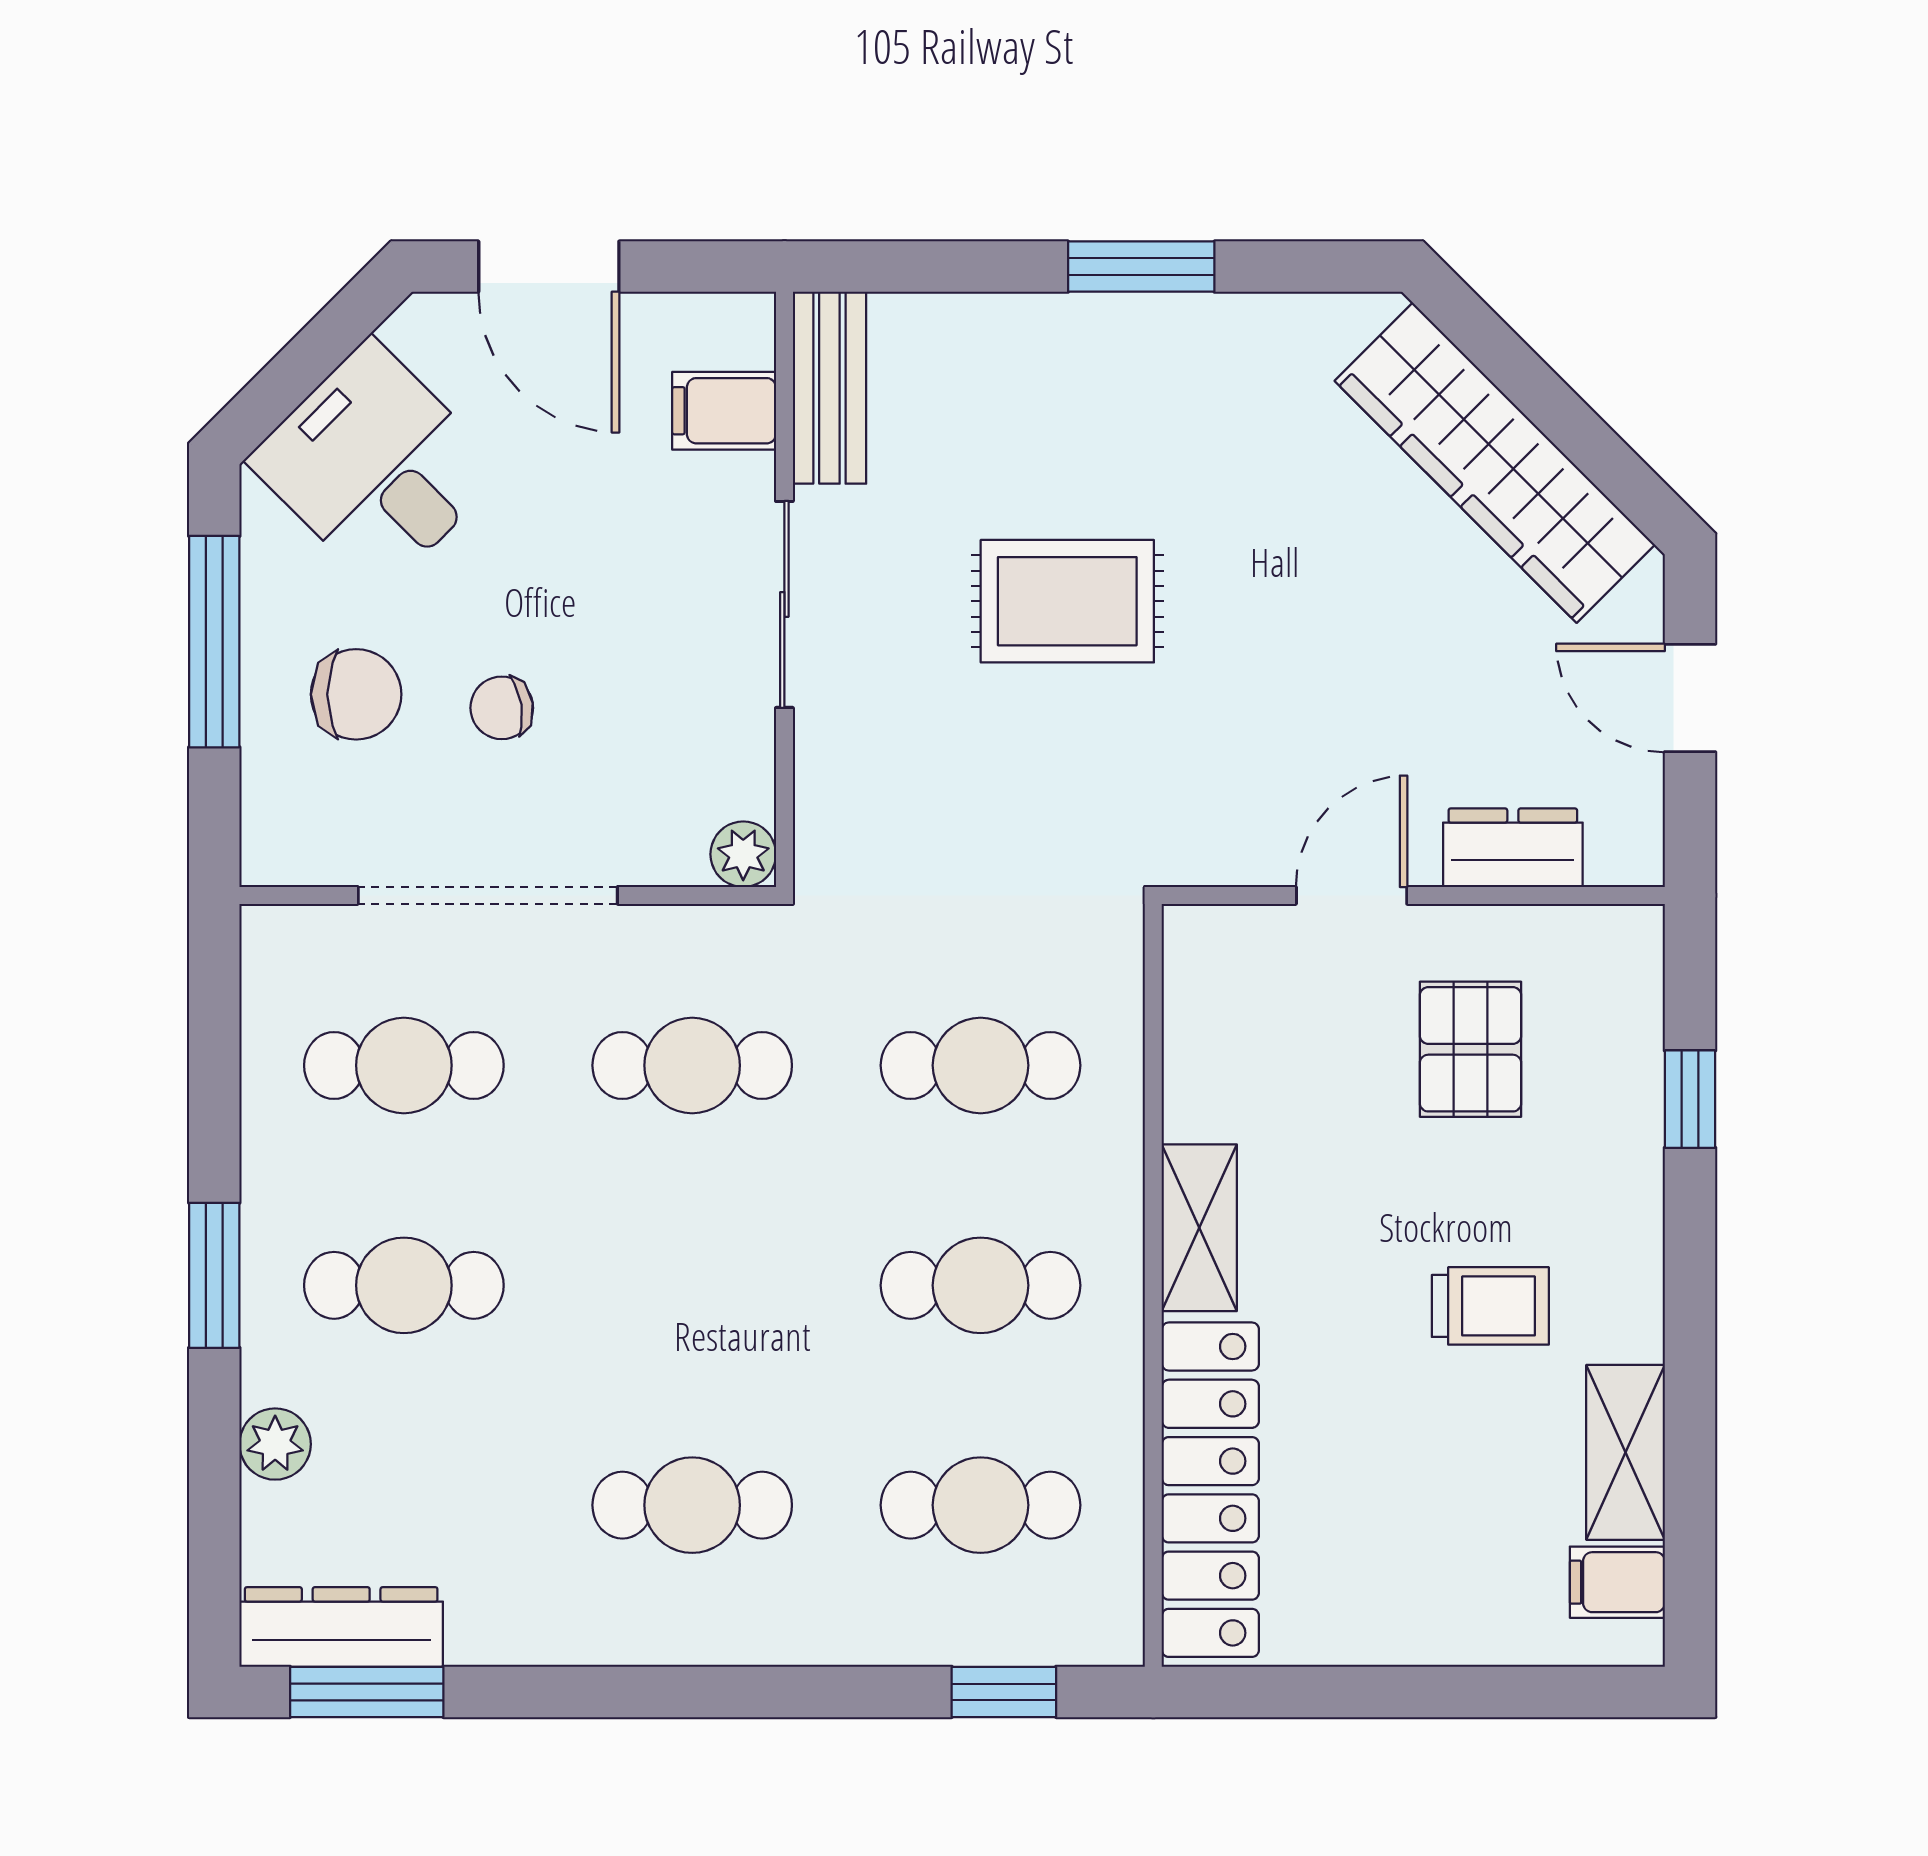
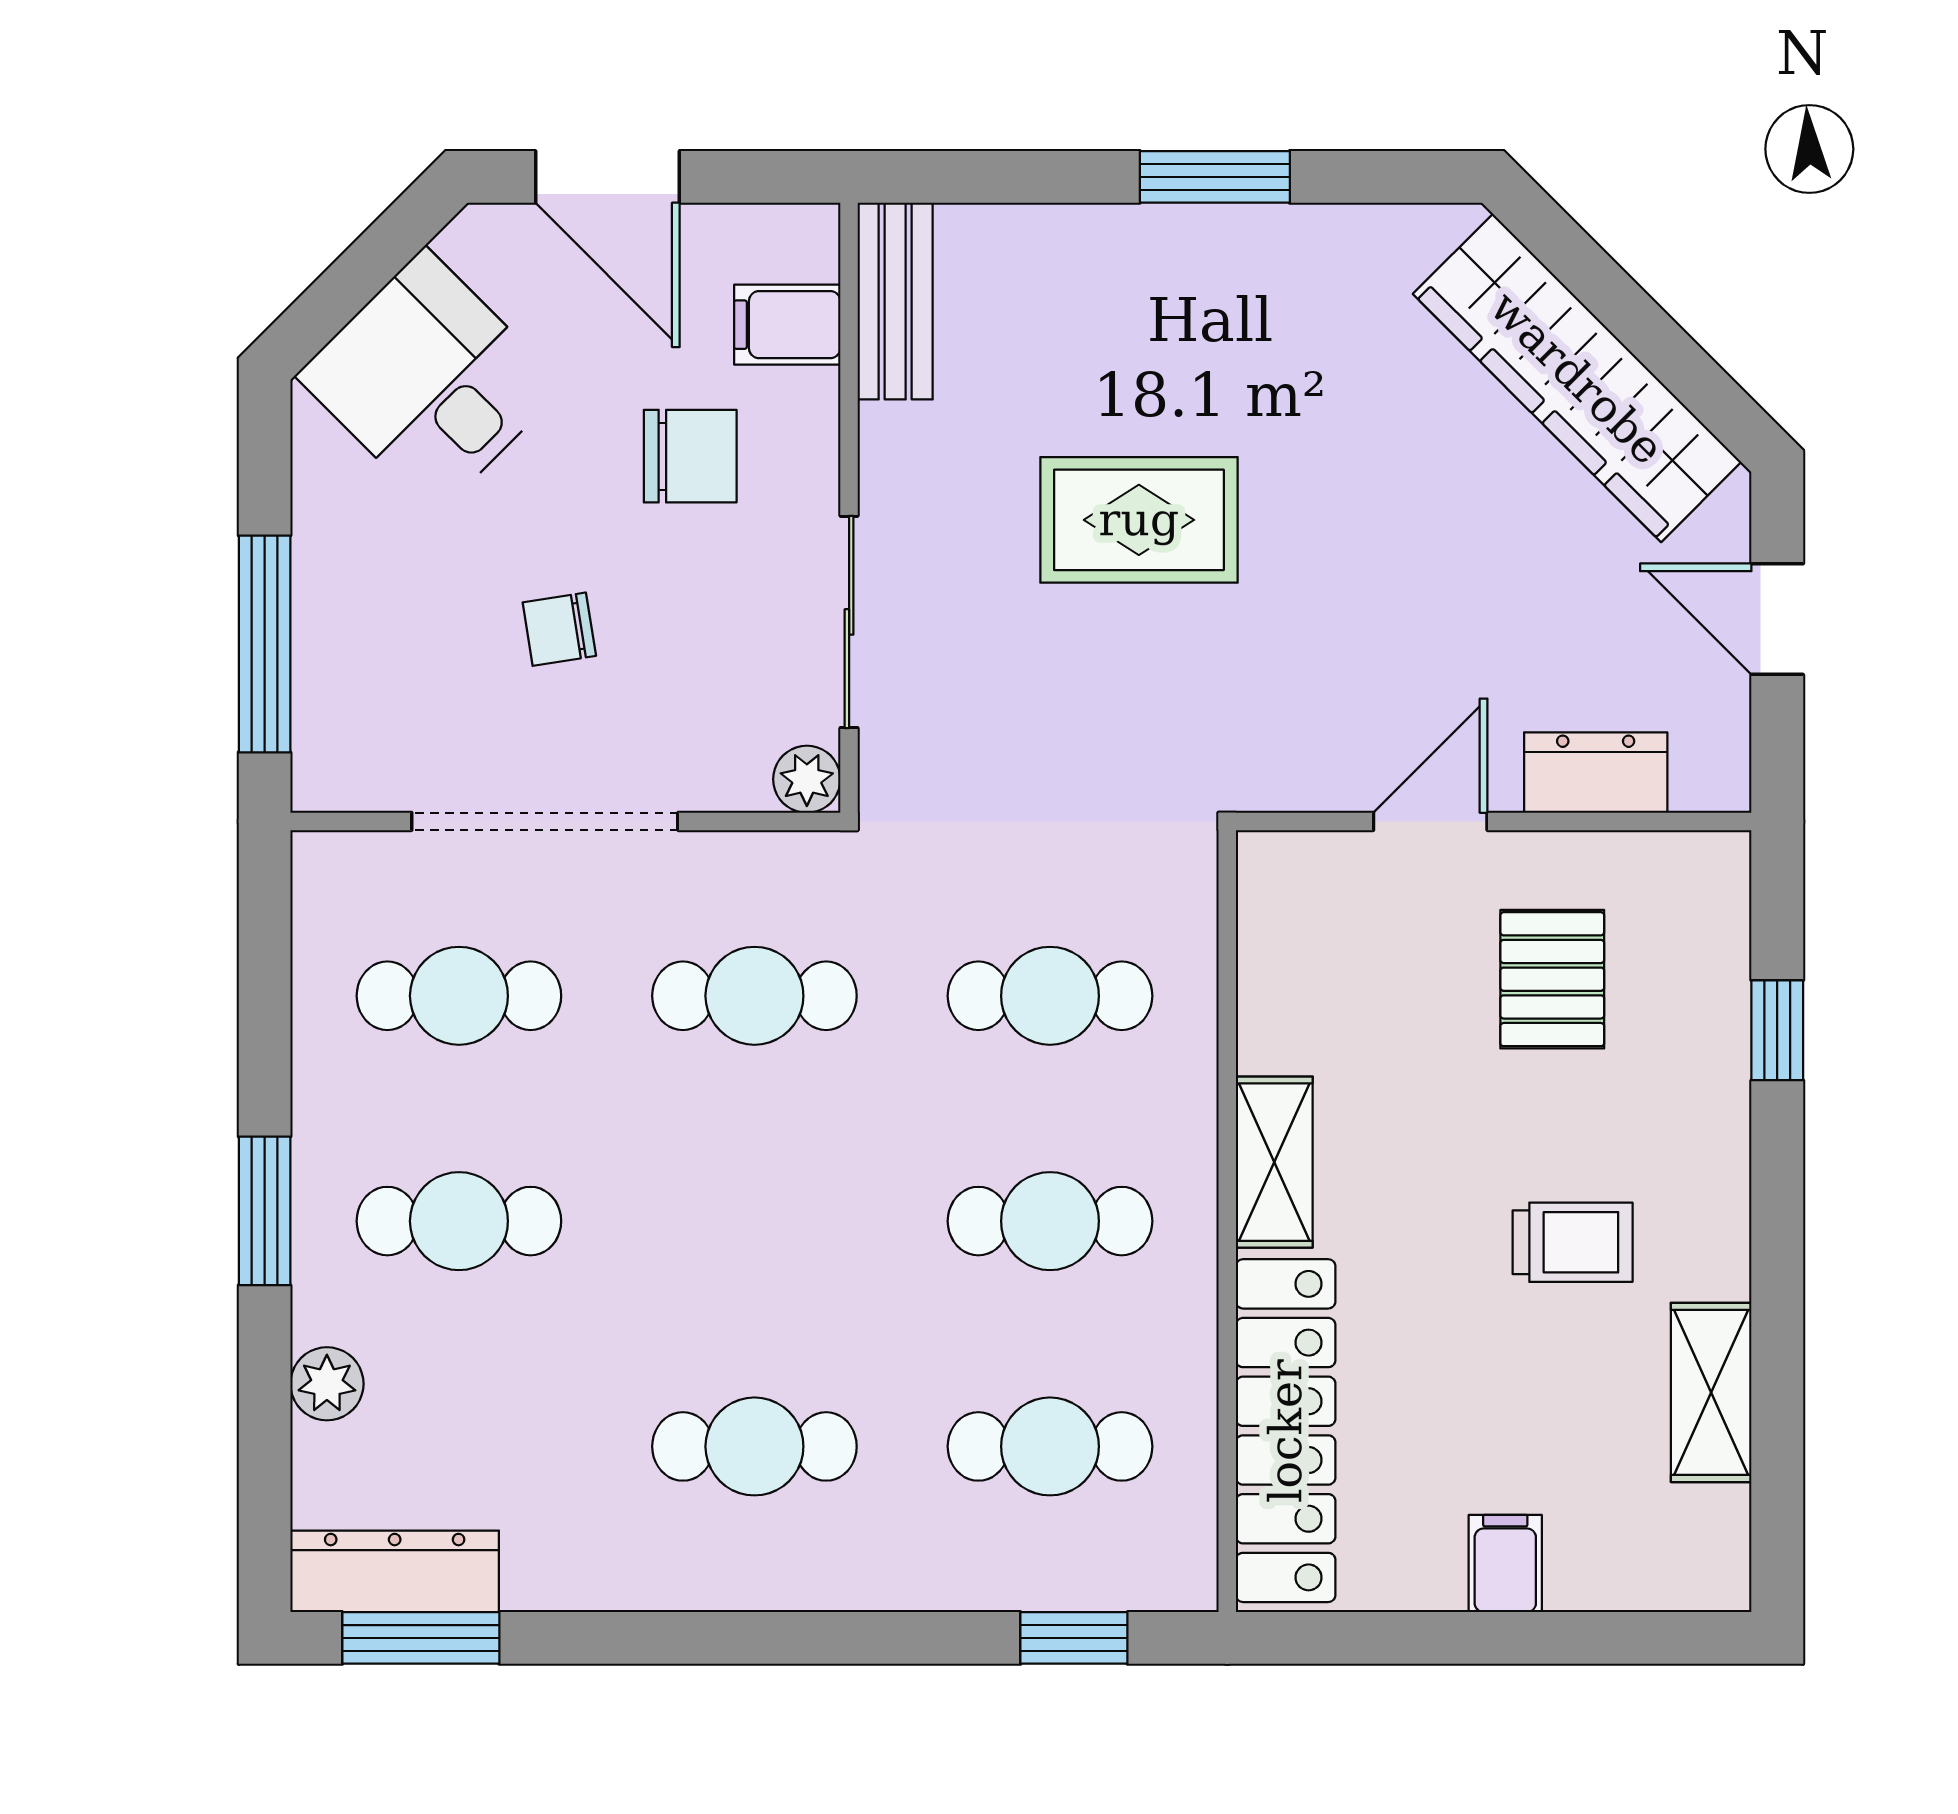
sliding door: (784, 604) -> (849, 622), moved
window: (214, 642) -> (265, 644), moved
chair: (356, 694) -> (690, 456), moved
filing cabinet: (1617, 1582) -> (1505, 1563), moved, turned 90

